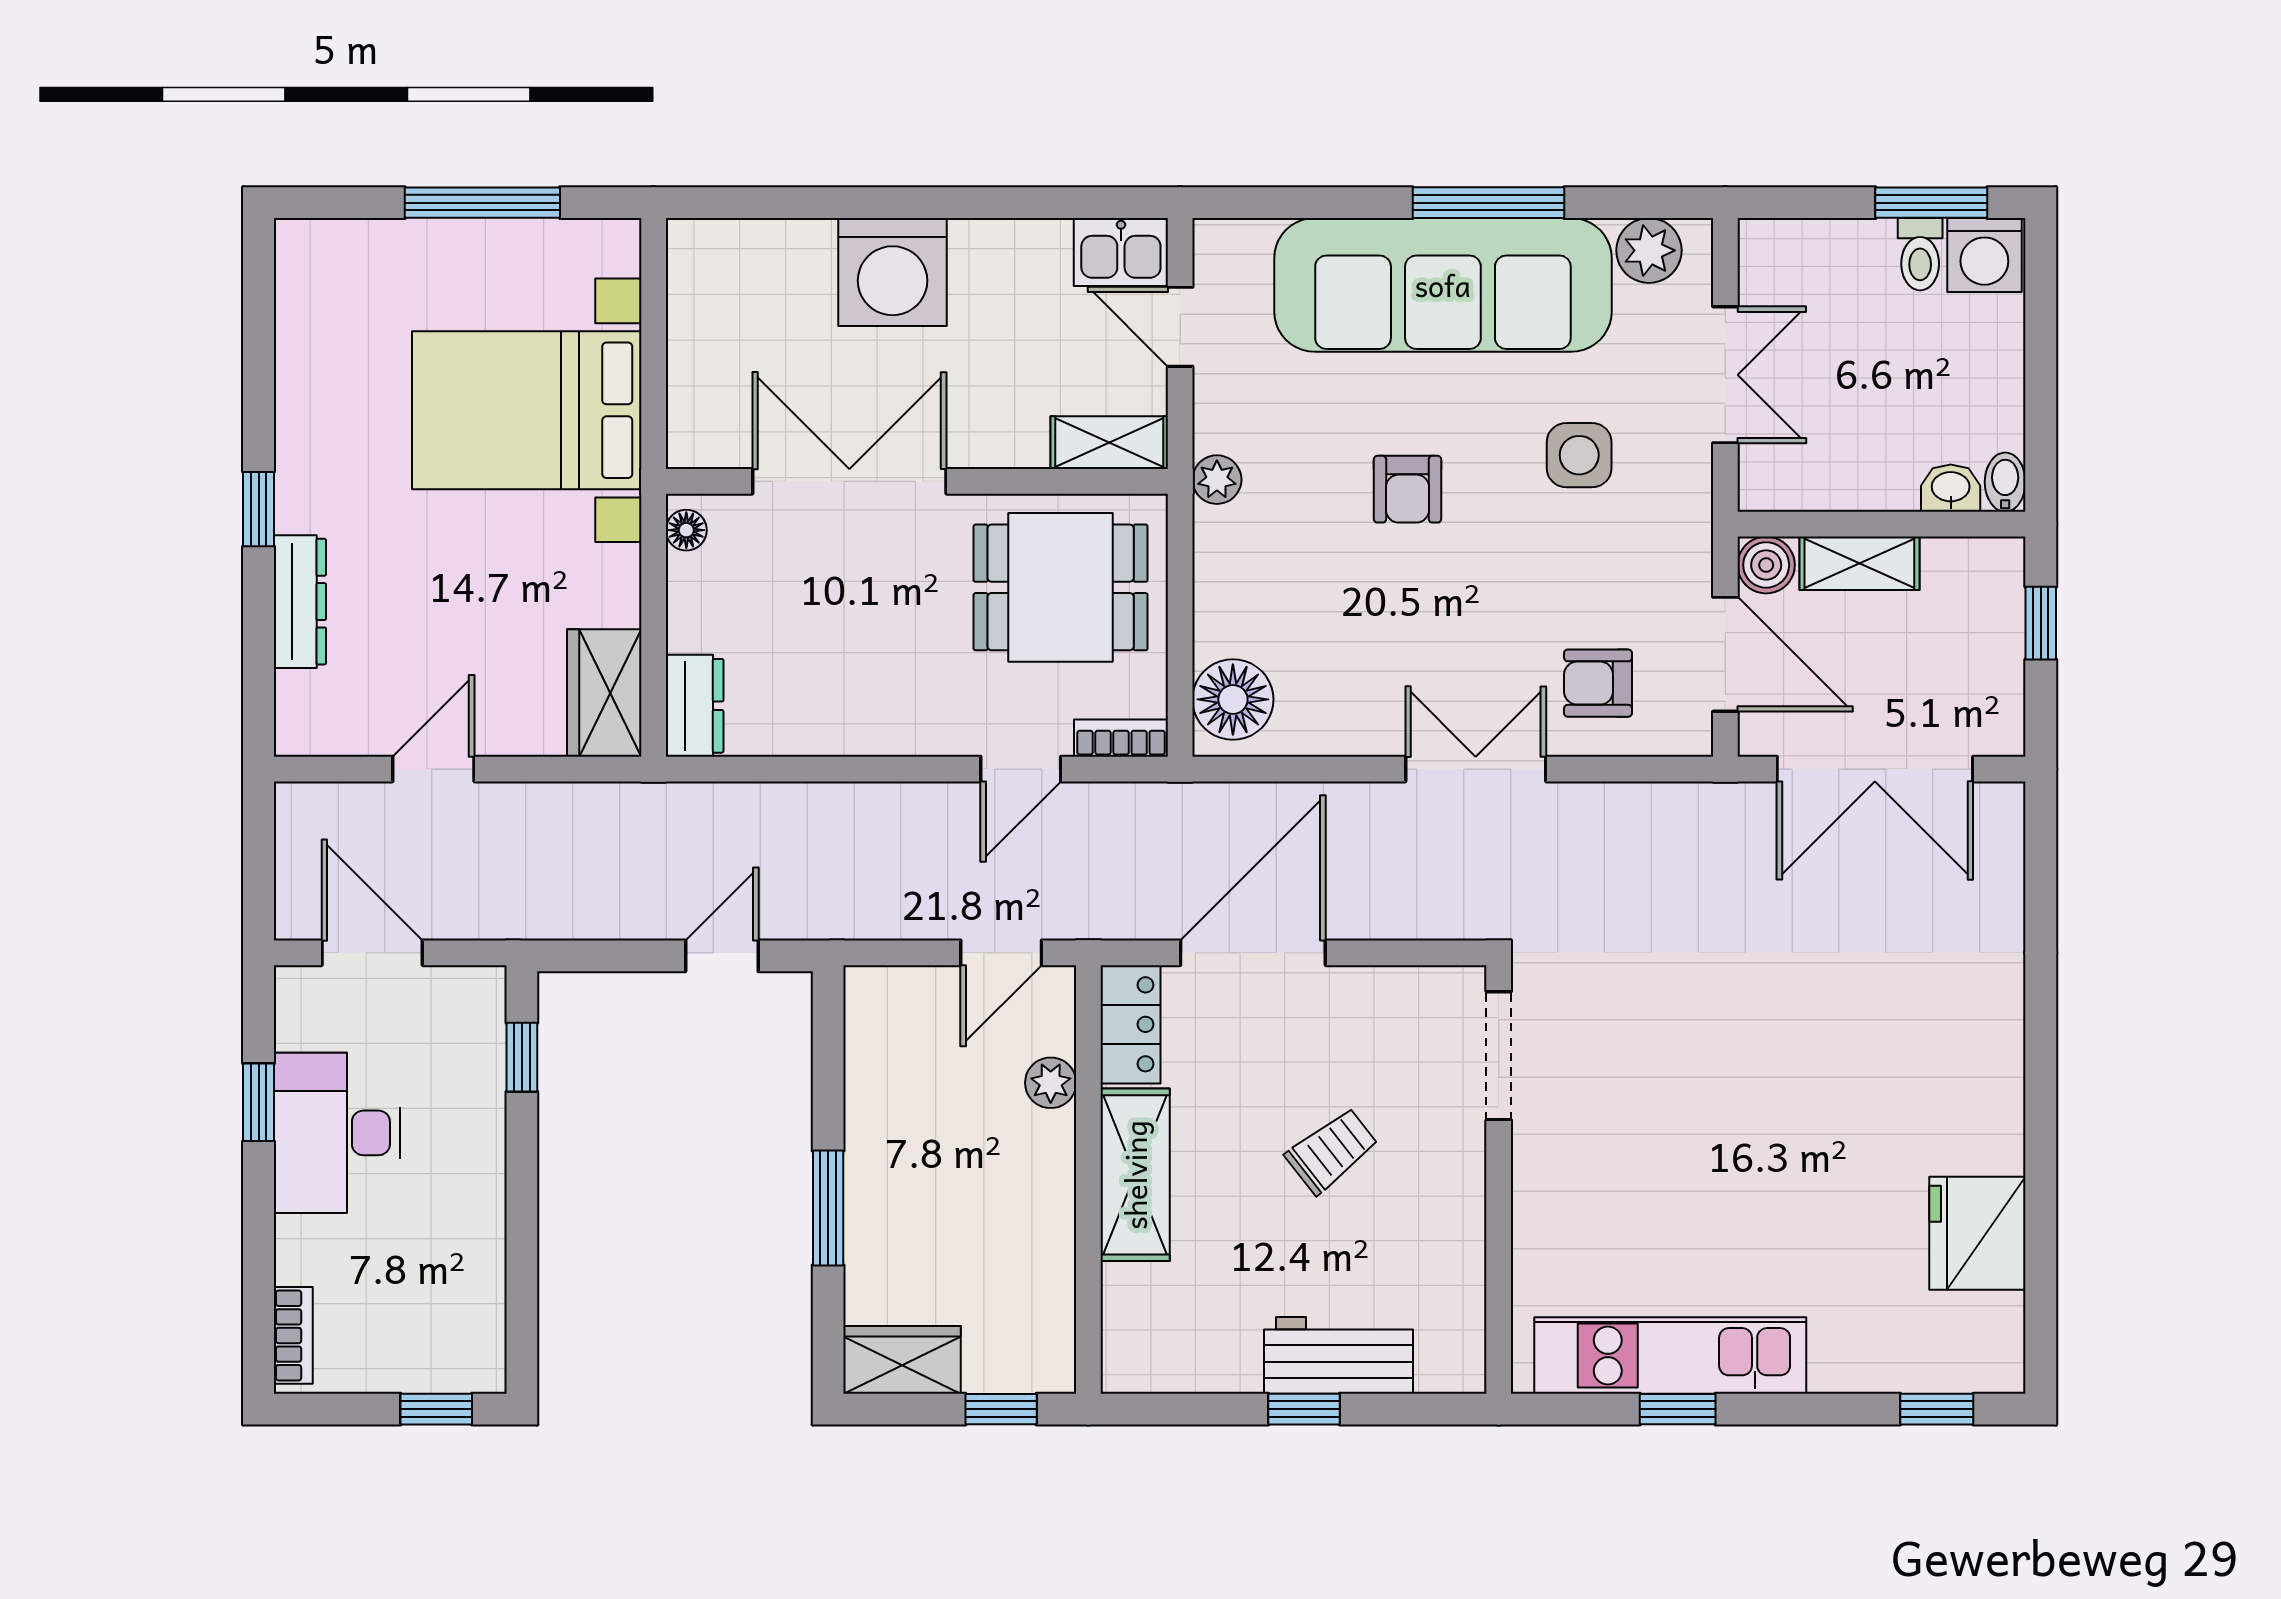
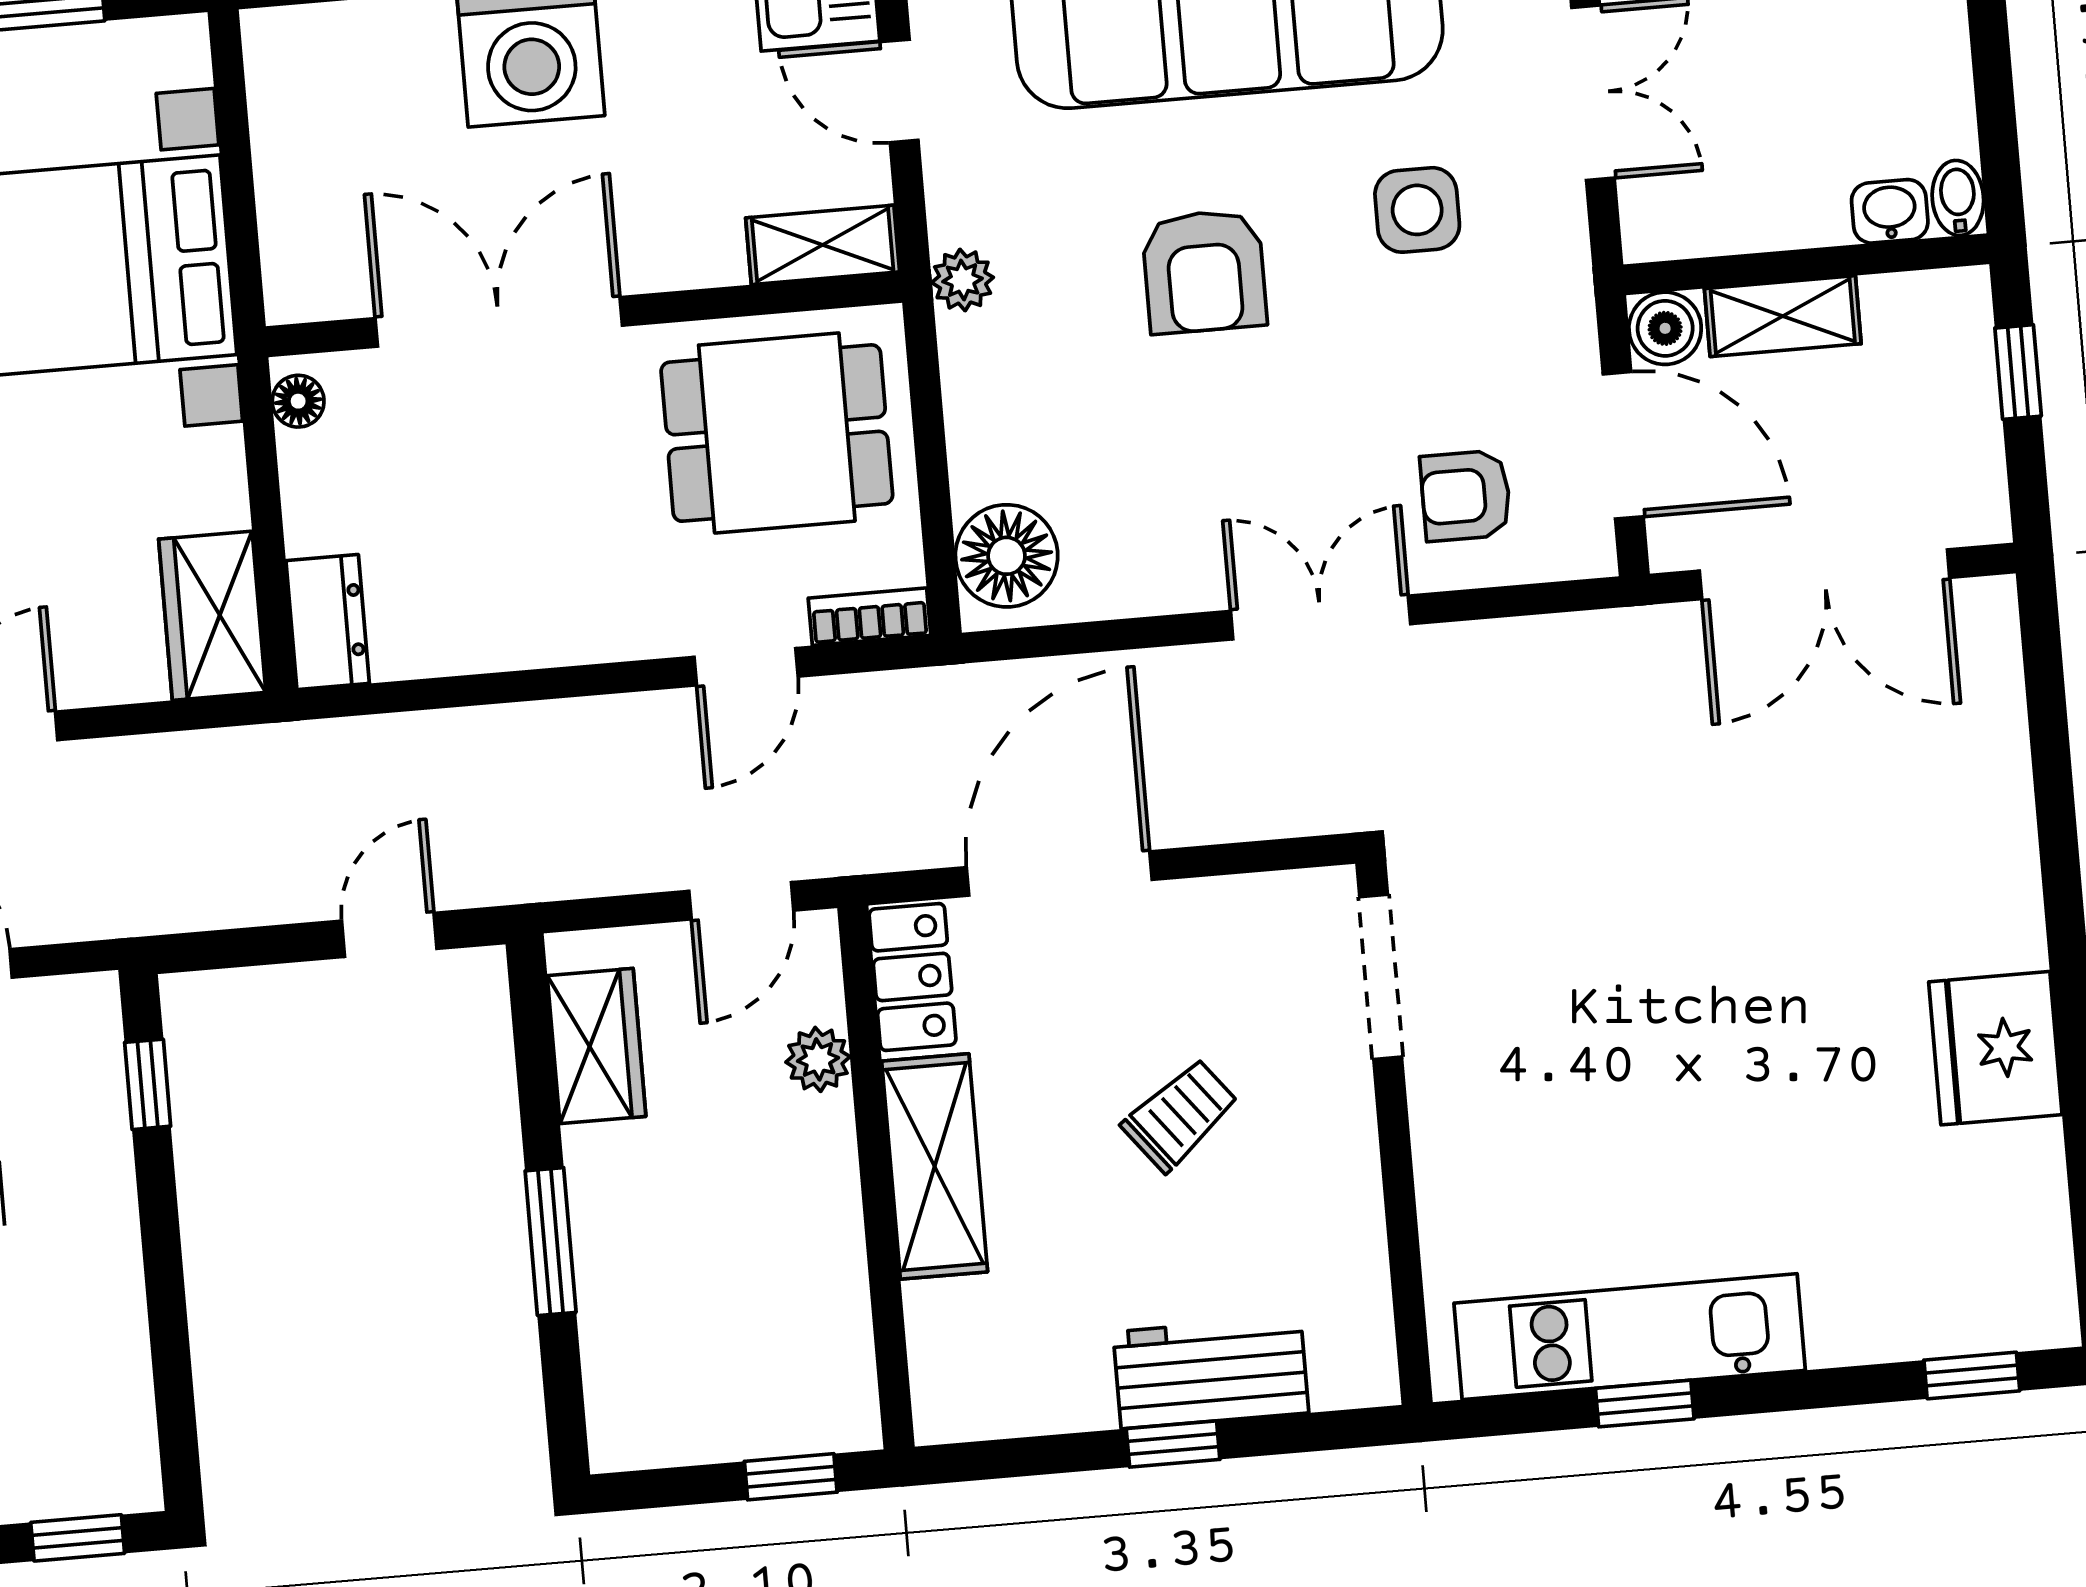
armchair: (1407, 489) -> (1204, 272), width x1.38, depth x1.38
fridge: (1977, 1233) -> (1995, 1048), moved
wardrobe: (902, 1360) -> (596, 1046), moved, turned 90

